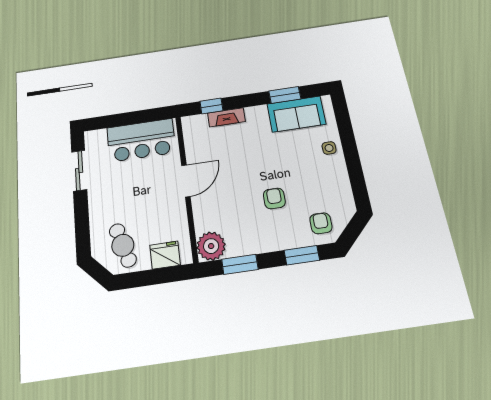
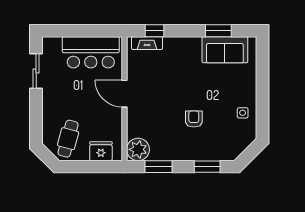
fireplace: (226, 117) -> (147, 43), moved
side table: (329, 148) -> (243, 113), moved
door: (186, 181) -> (124, 94), swing flipped
armchair: (321, 223) -> (227, 144), removed
cafe table: (123, 245) -> (68, 139), turned 32

